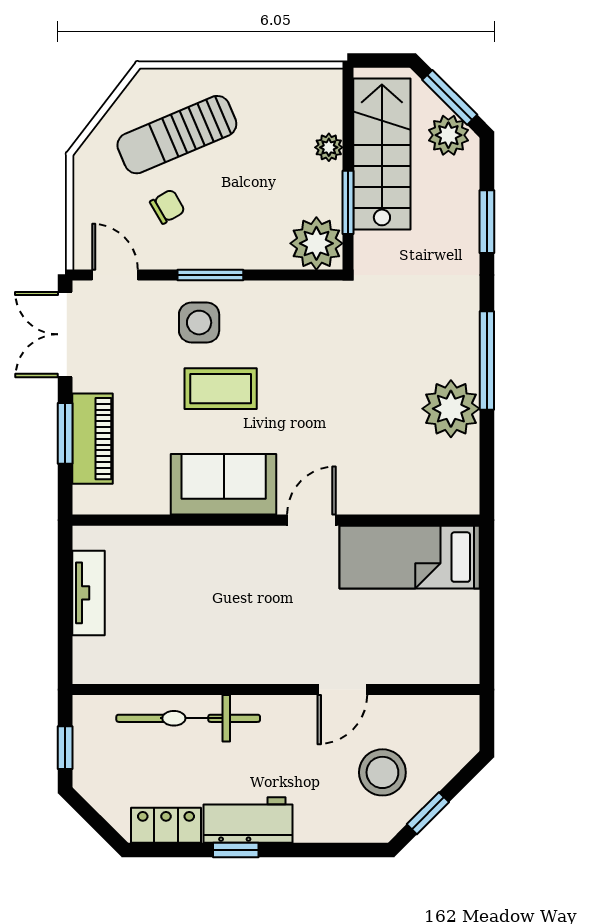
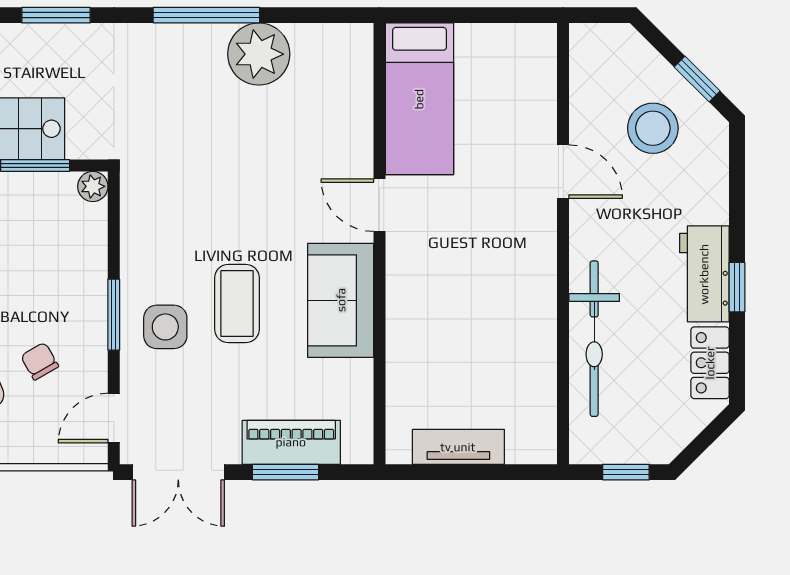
plant: (316, 243) -> (93, 186), width x0.53, depth x0.53

